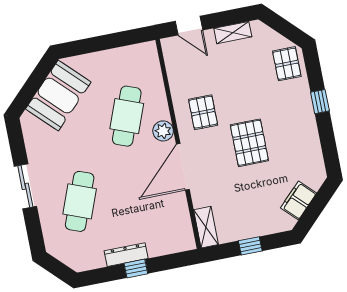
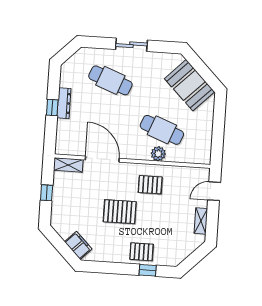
pallet: (287, 64) -> (142, 252), moved
window: (320, 102) -> (148, 270), moved
plant: (163, 131) -> (158, 154), moved
door: (183, 167) -> (102, 159), moved
filing cabinet: (298, 200) -> (78, 245), moved

